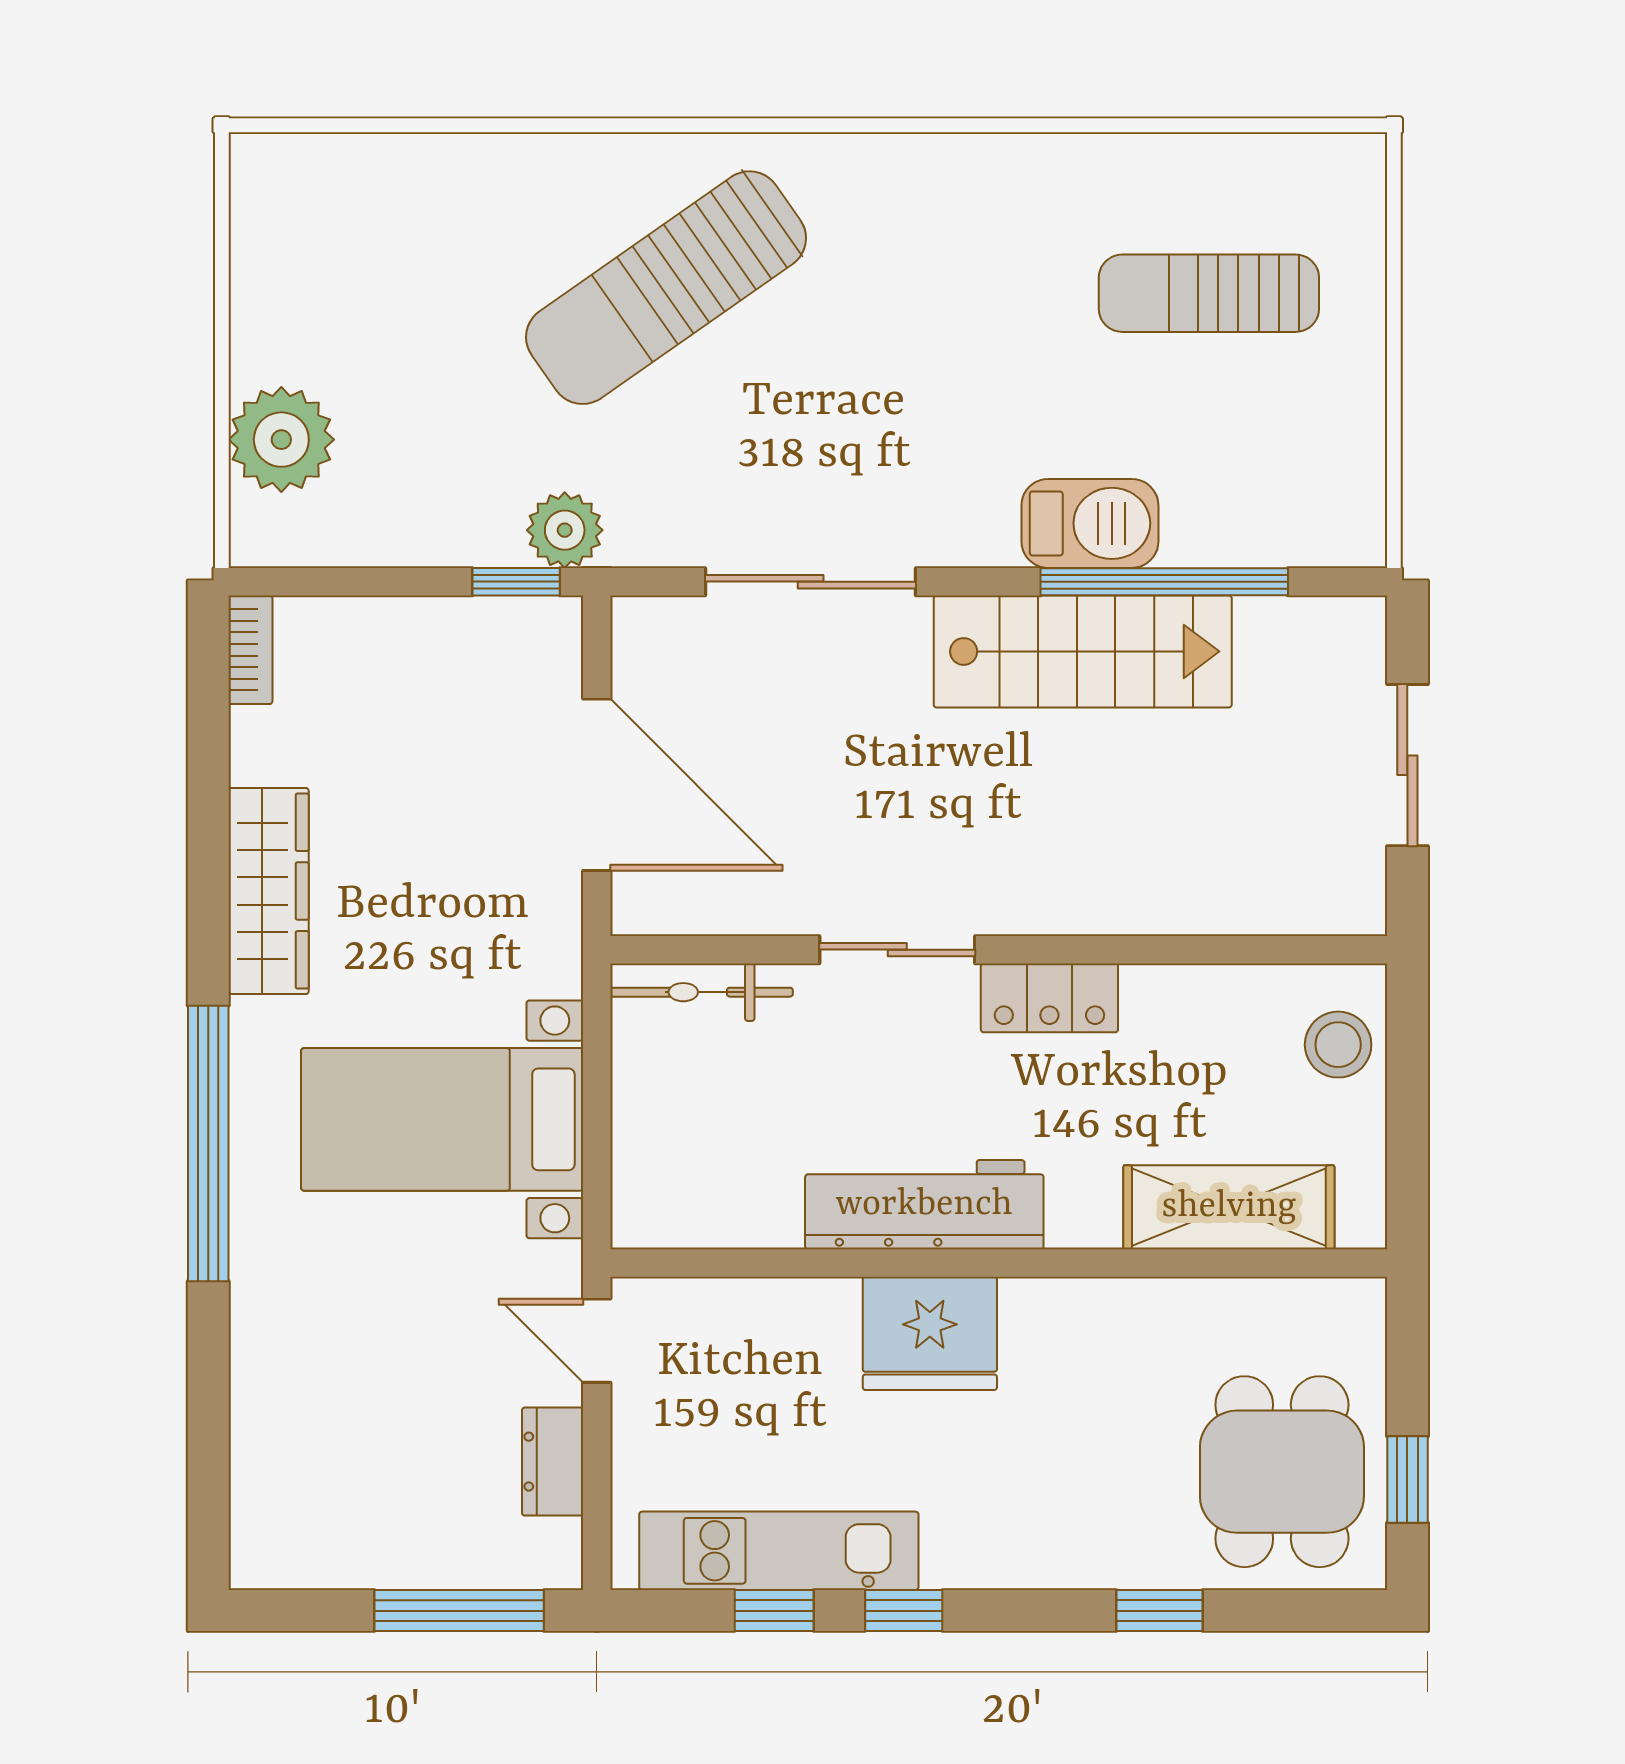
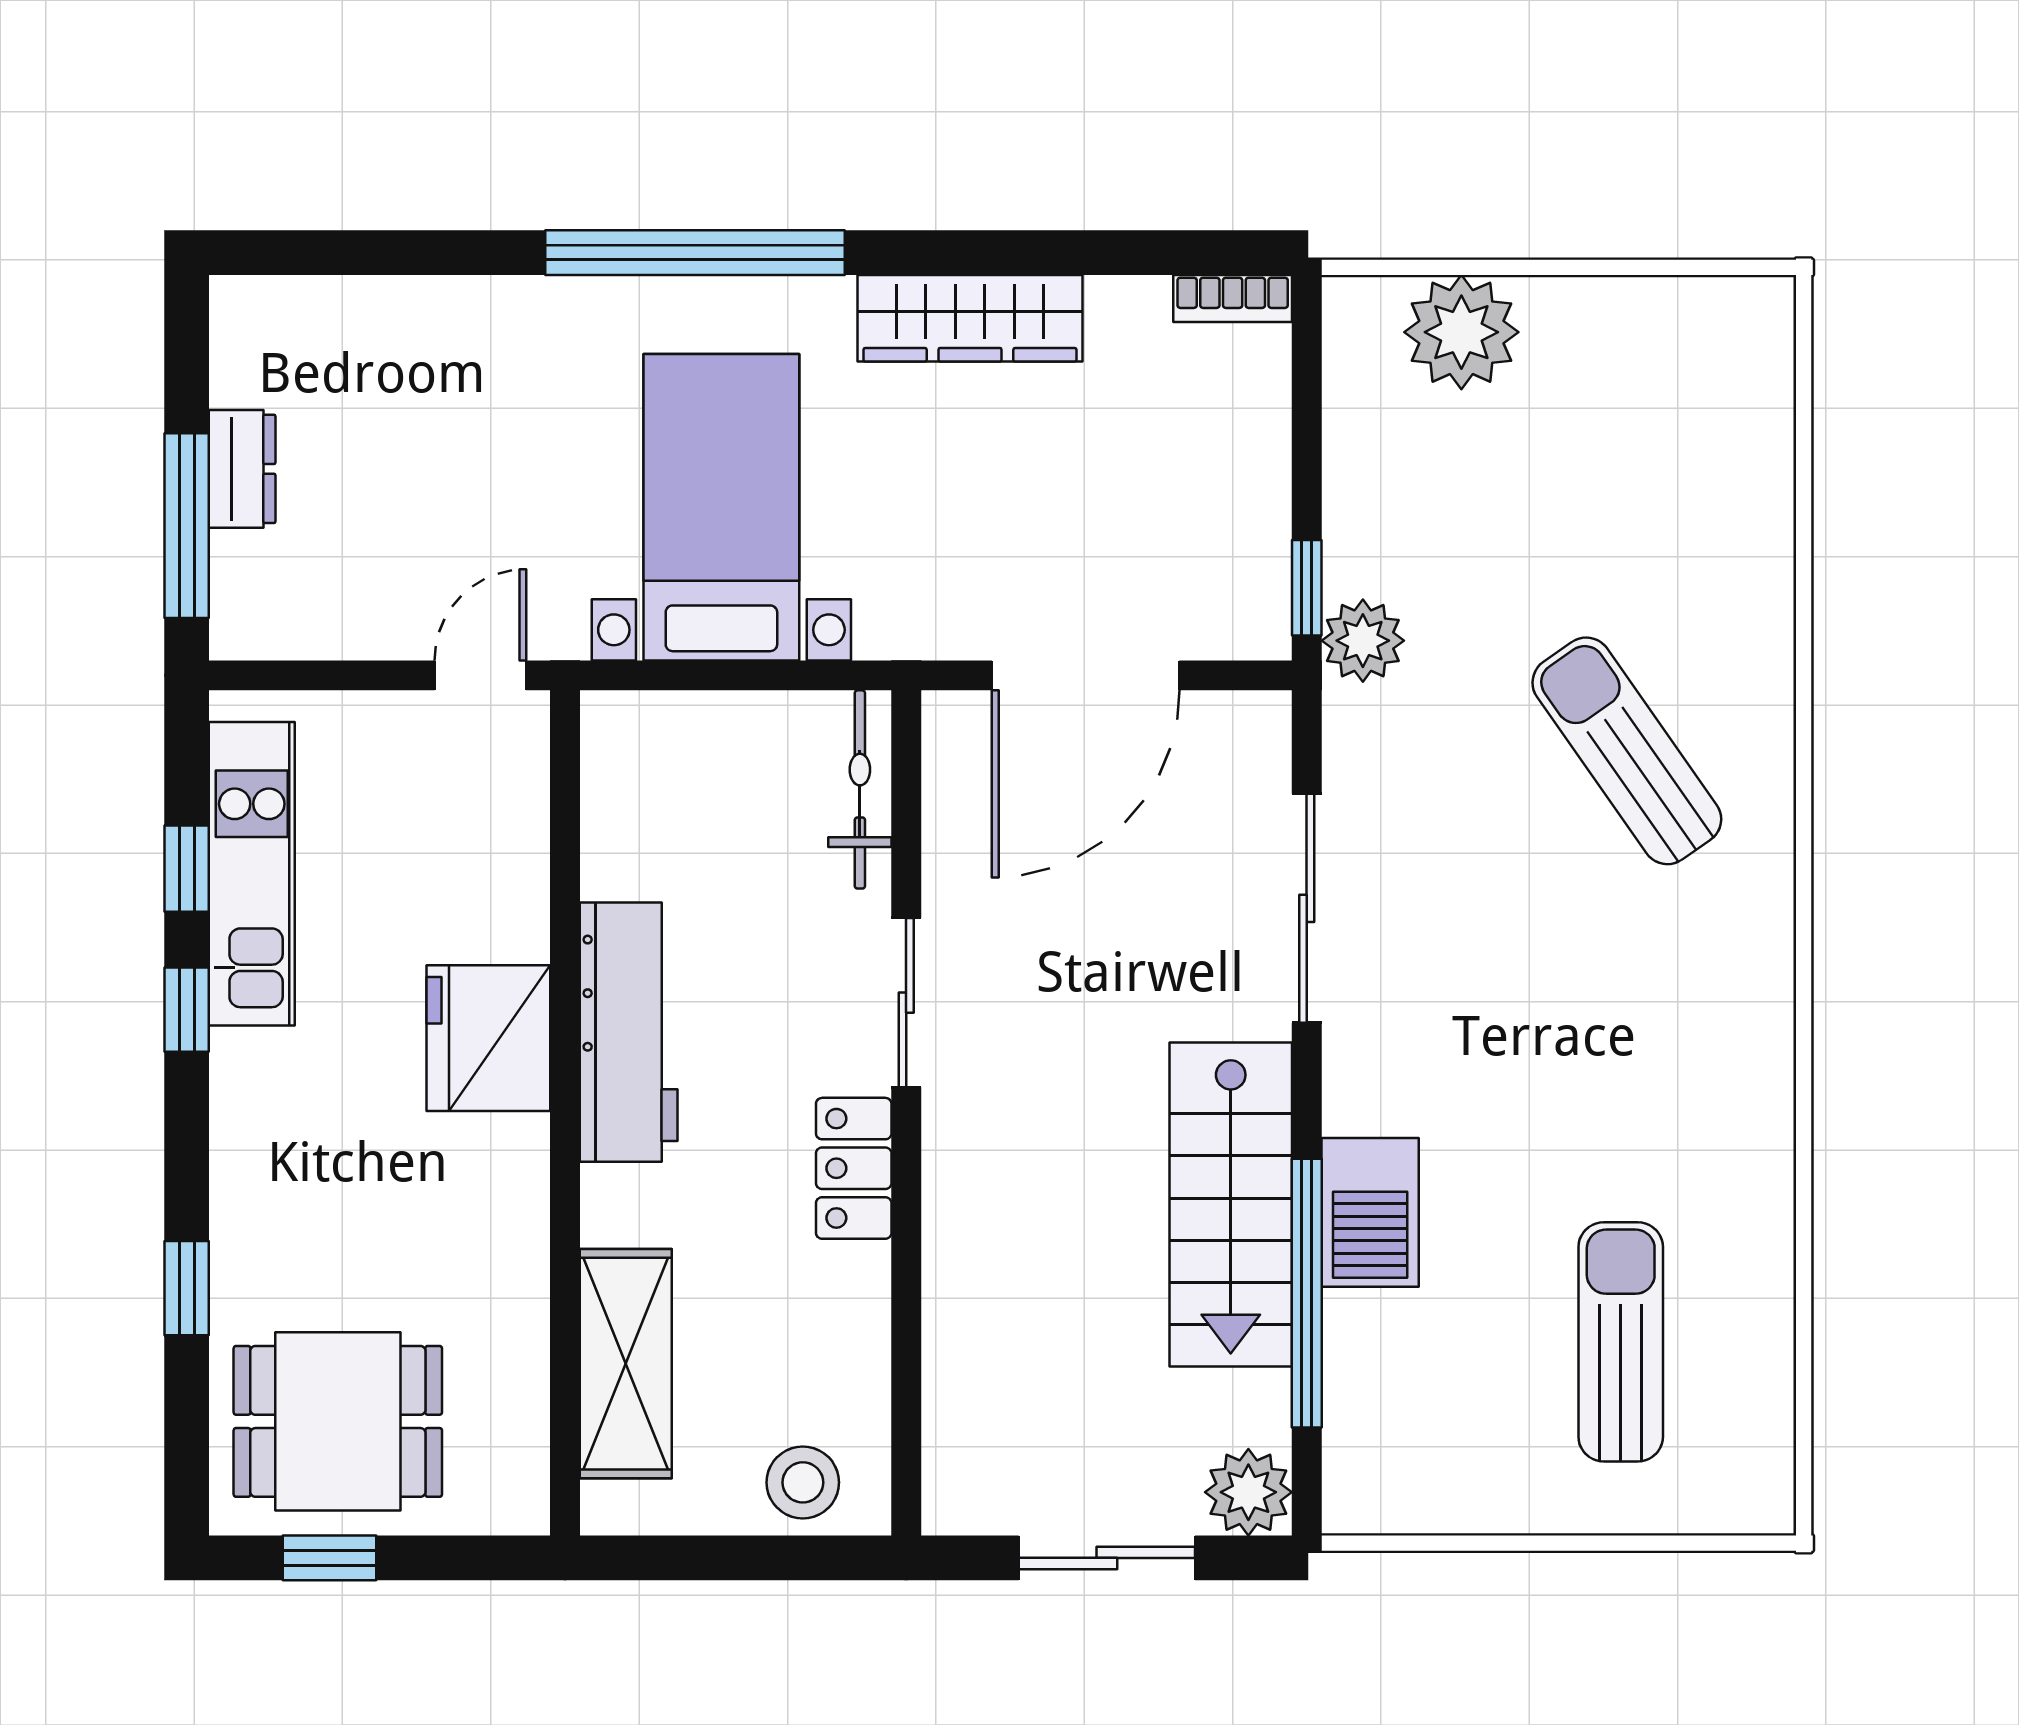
sun lounger: (666, 288) -> (1627, 751), width x0.73, depth x0.75
plant: (1347, 635) -> (1248, 1492), added
dresser: (553, 1462) -> (242, 469), moved, turned 90

